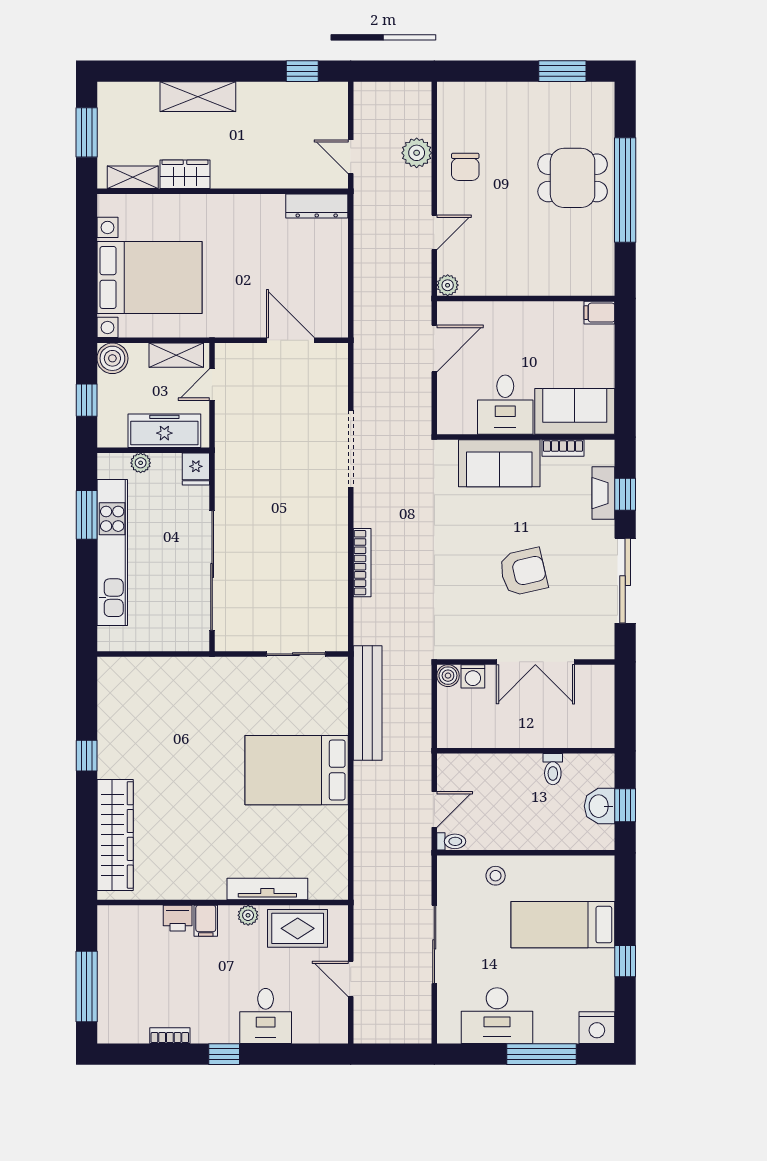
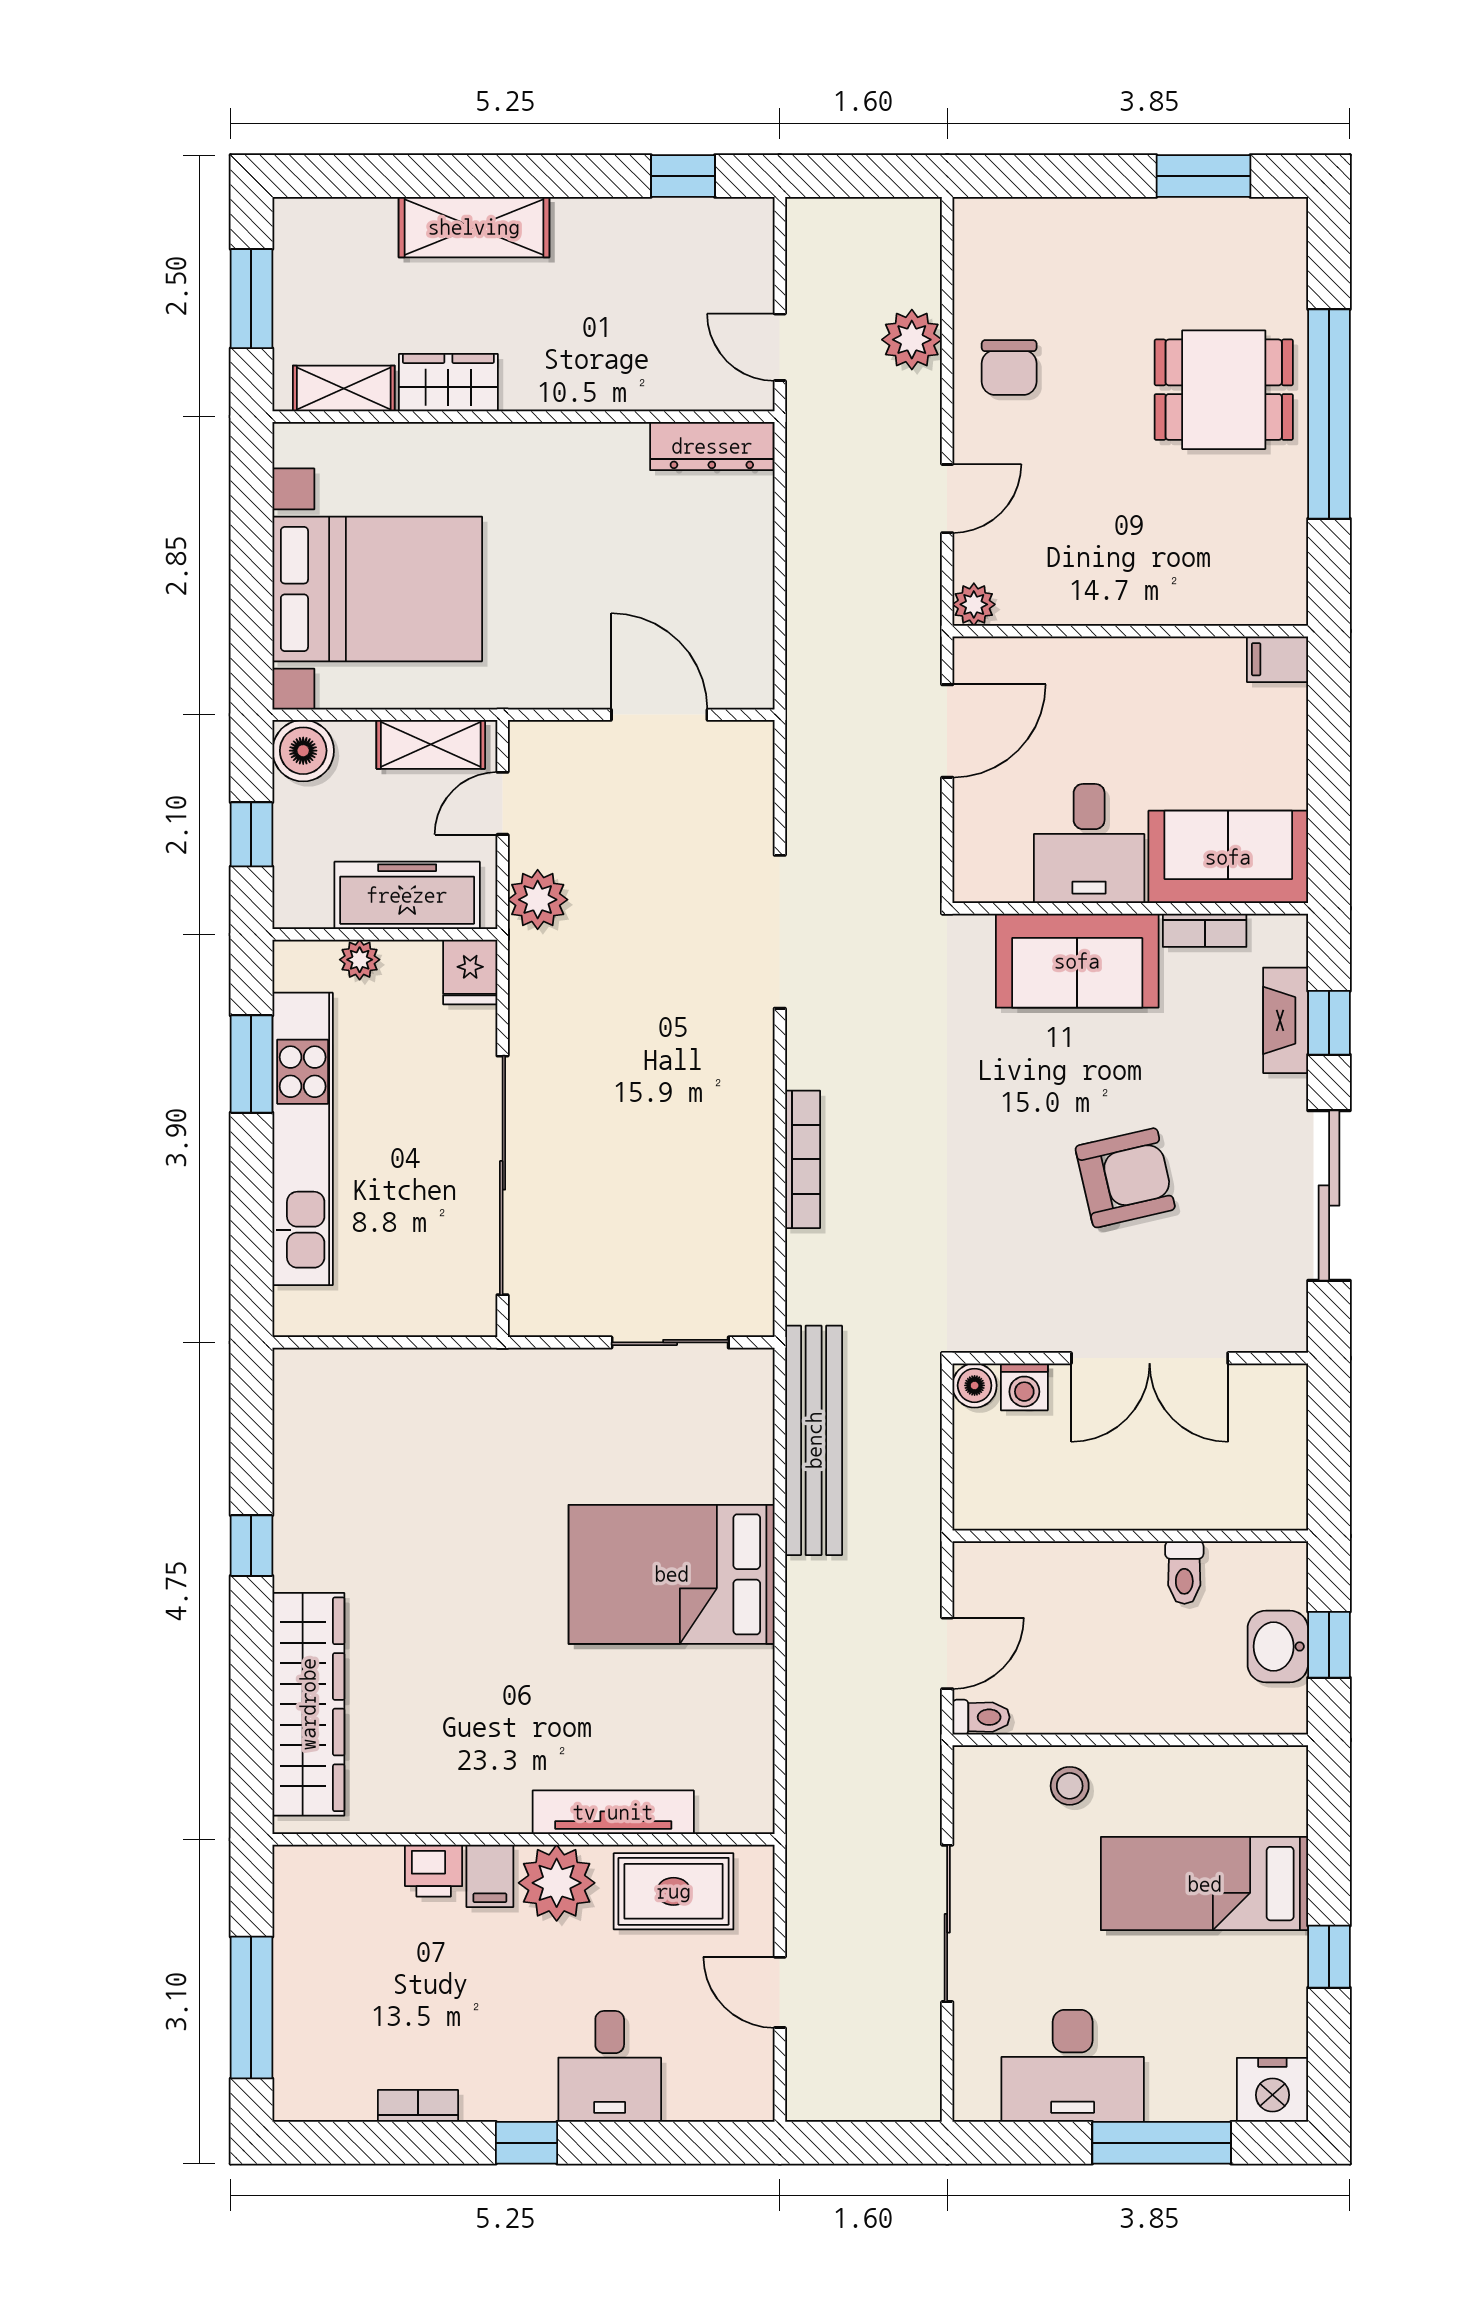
plant: (230, 433) -> (538, 900), added
plant: (248, 915) -> (557, 1883), width x1.87, depth x1.87

